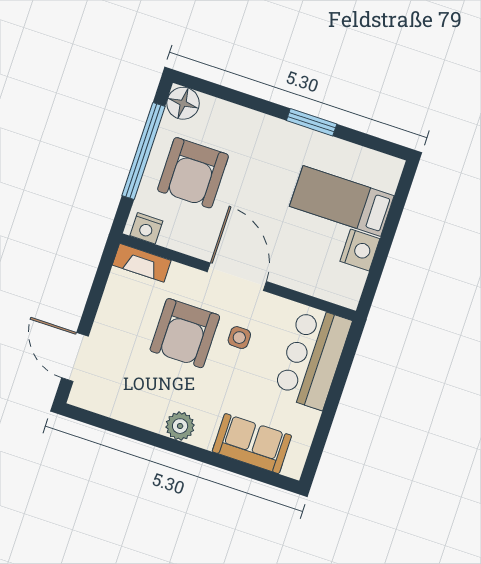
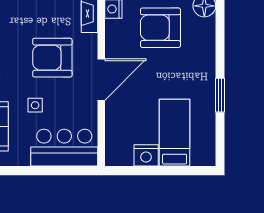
side table: (239, 338) -> (35, 105), moved

